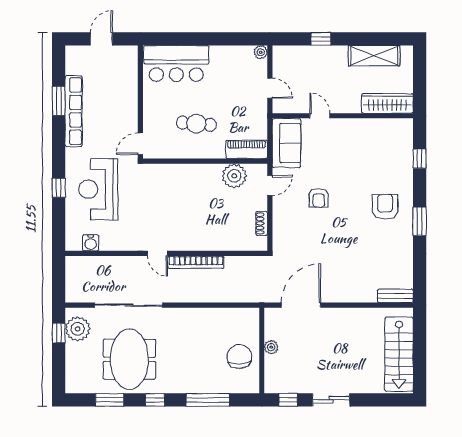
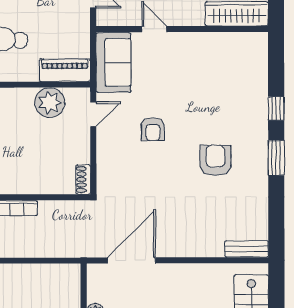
window: (420, 159) -> (276, 108), moved
armchair: (385, 207) -> (215, 160), moved
shoe rack: (262, 223) -> (83, 179), moved

